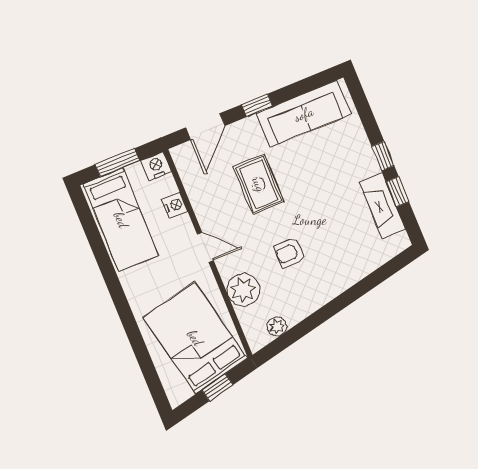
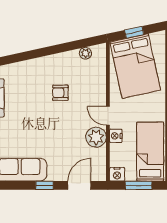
rug: (259, 184) -> (62, 139), removed
nightstand: (175, 205) -> (116, 136), moved
armchair: (290, 253) -> (60, 93), turned 180
plant: (243, 290) -> (96, 137), moved

